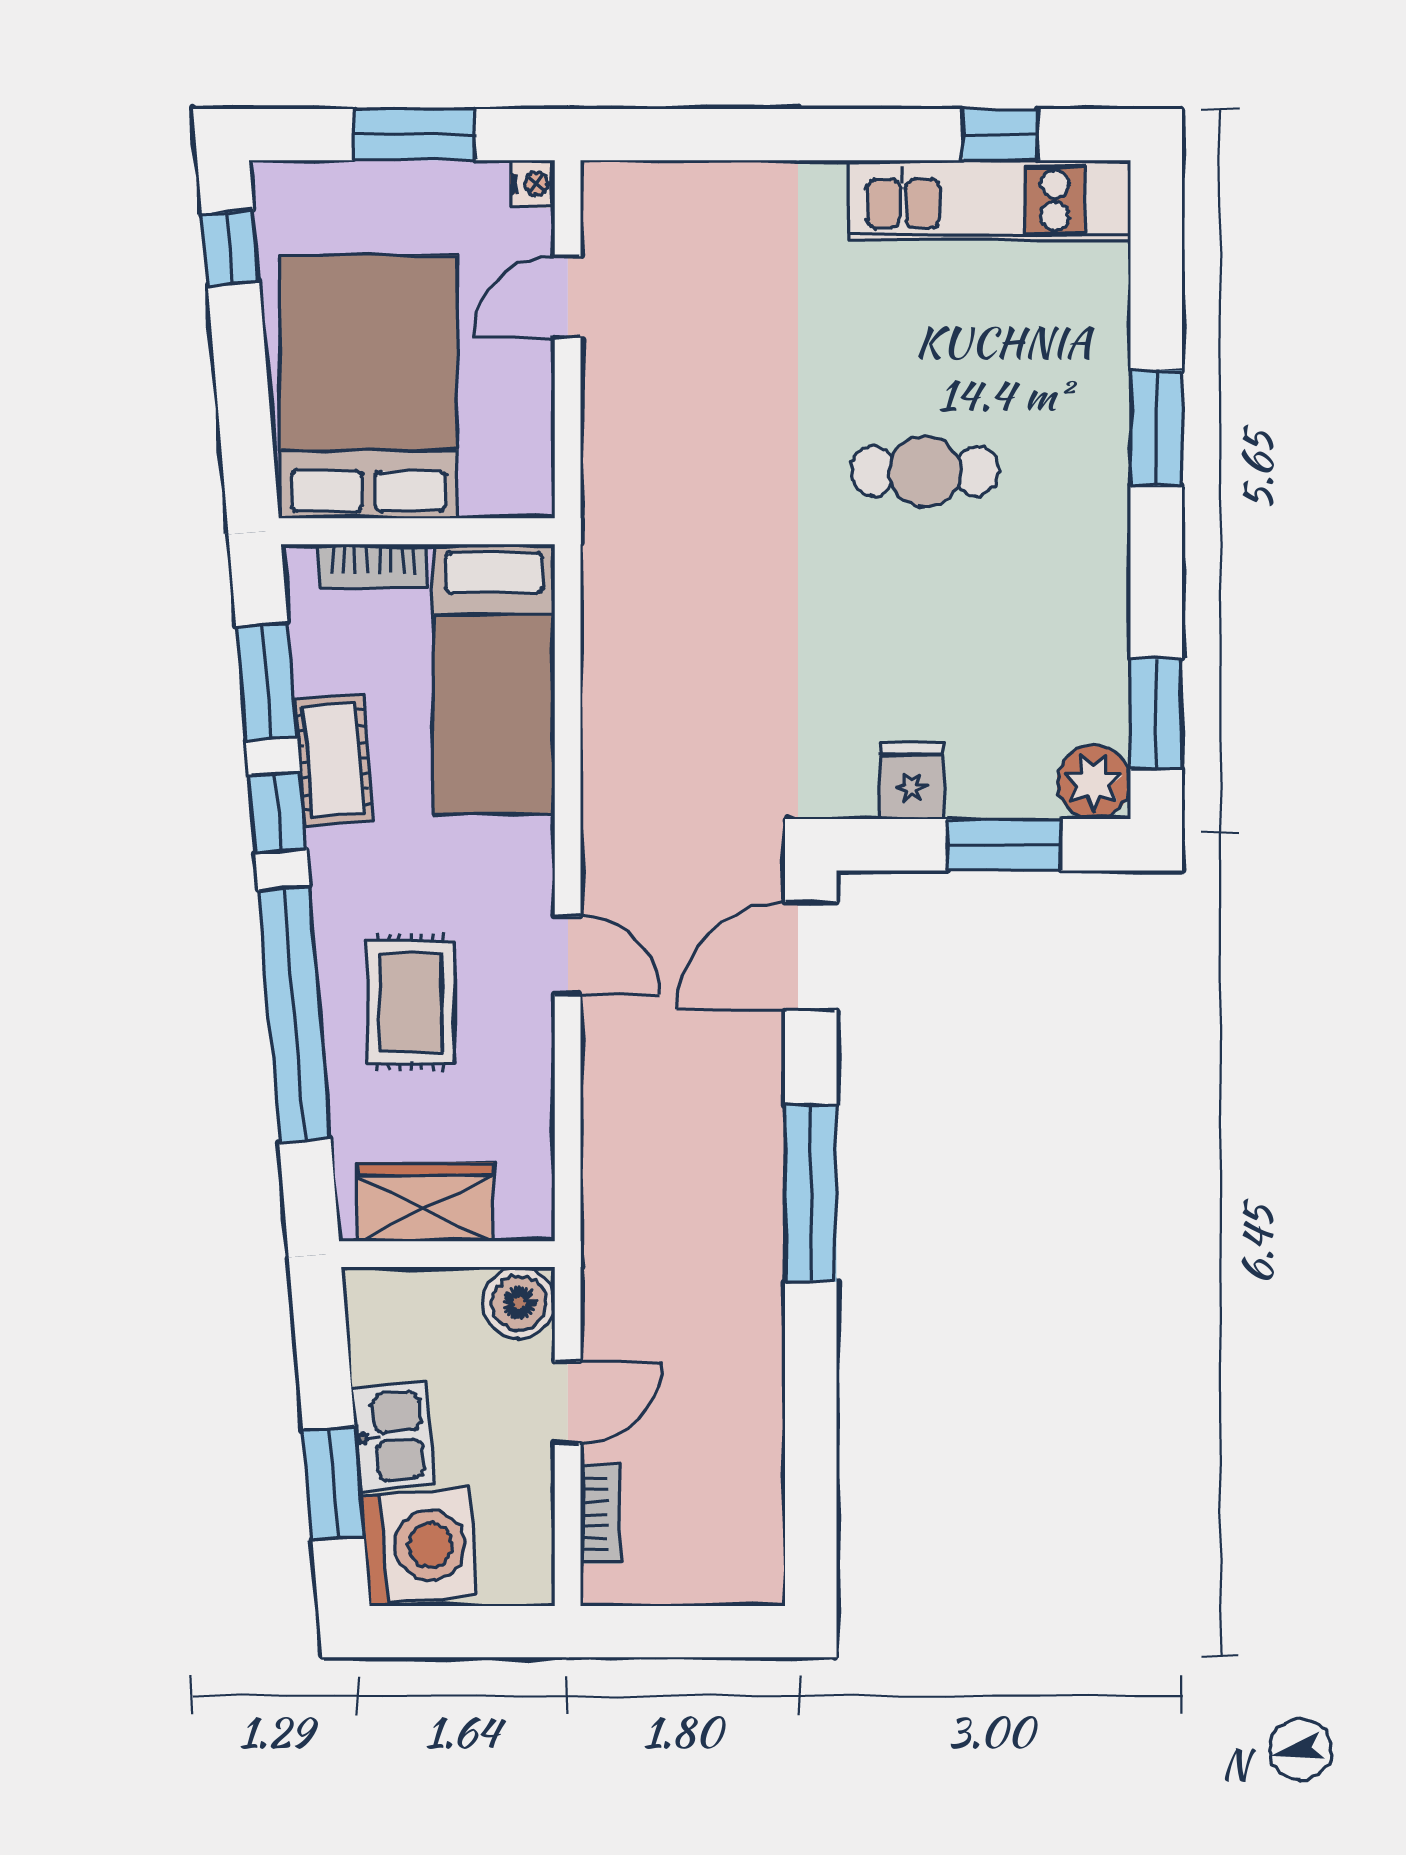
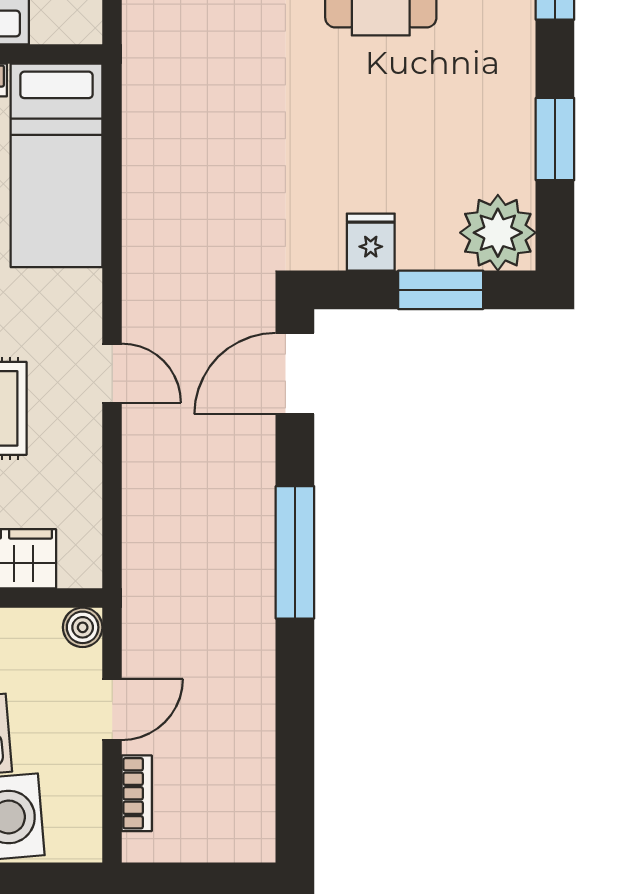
window: (1156, 713) -> (555, 139), moved
plant: (1094, 782) -> (498, 233), width x1.36, depth x1.36
boiler: (519, 1303) -> (83, 627), width x0.73, depth x0.73

